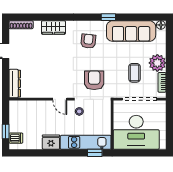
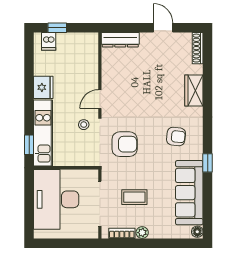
plant: (157, 63) -> (142, 233), width x0.53, depth x0.53

